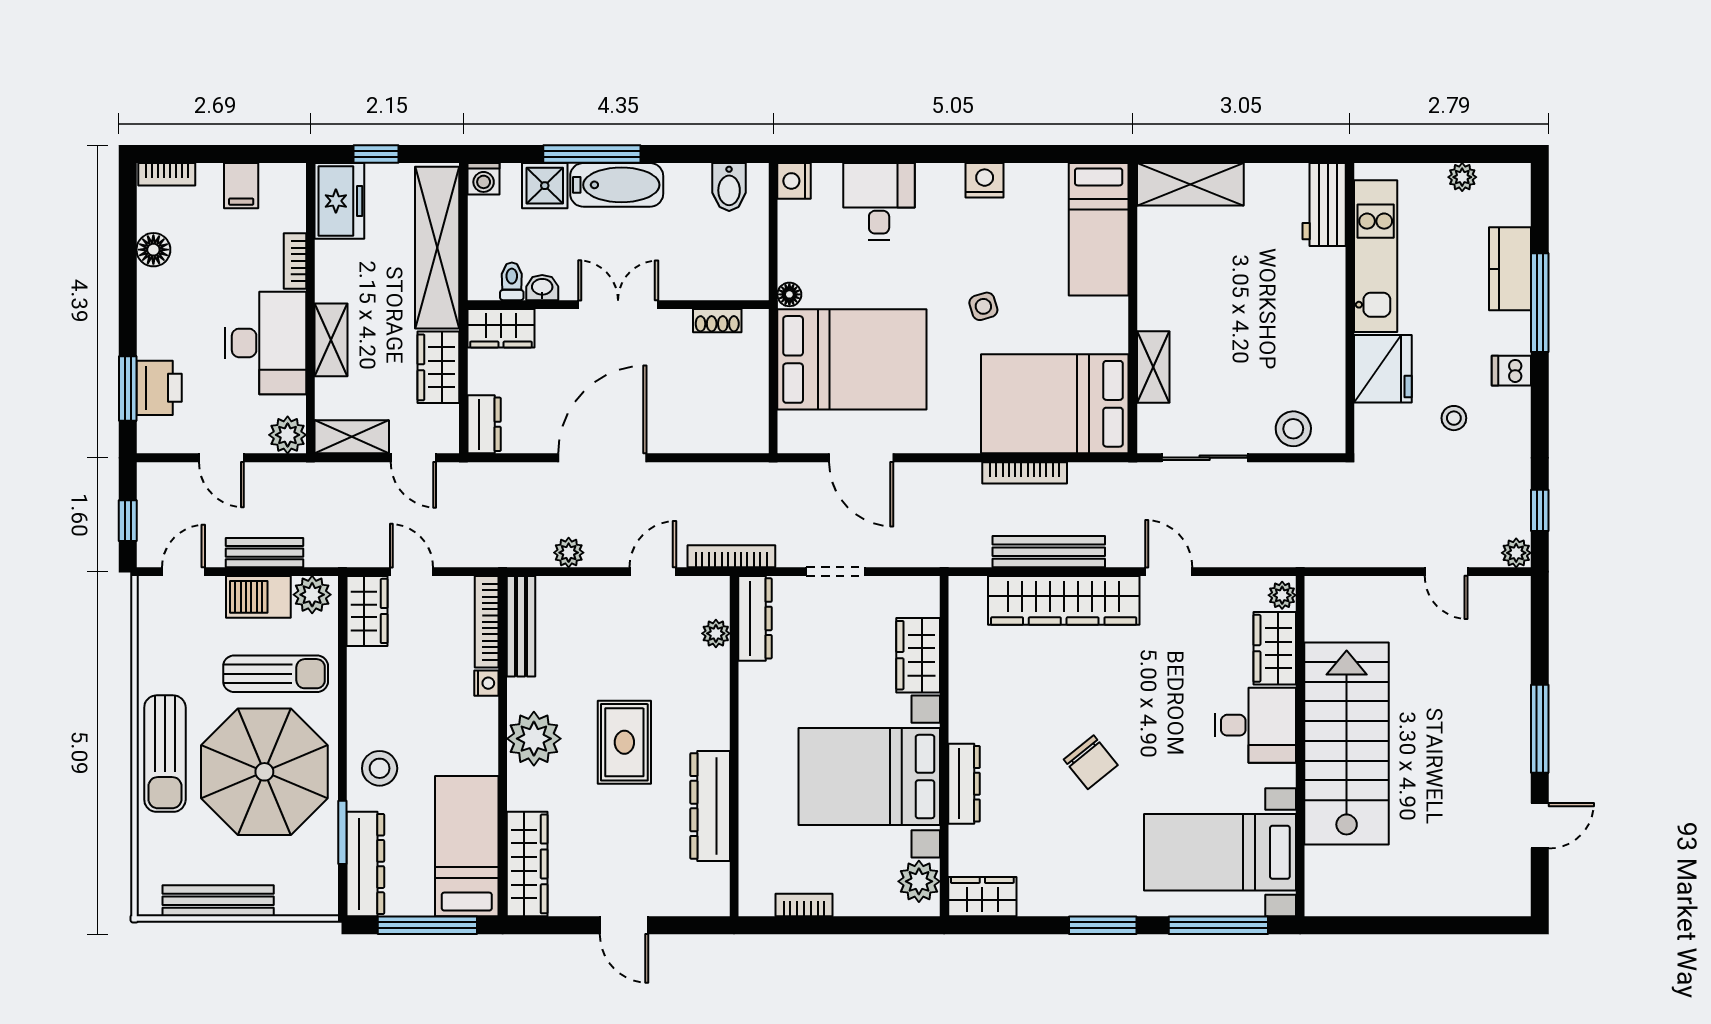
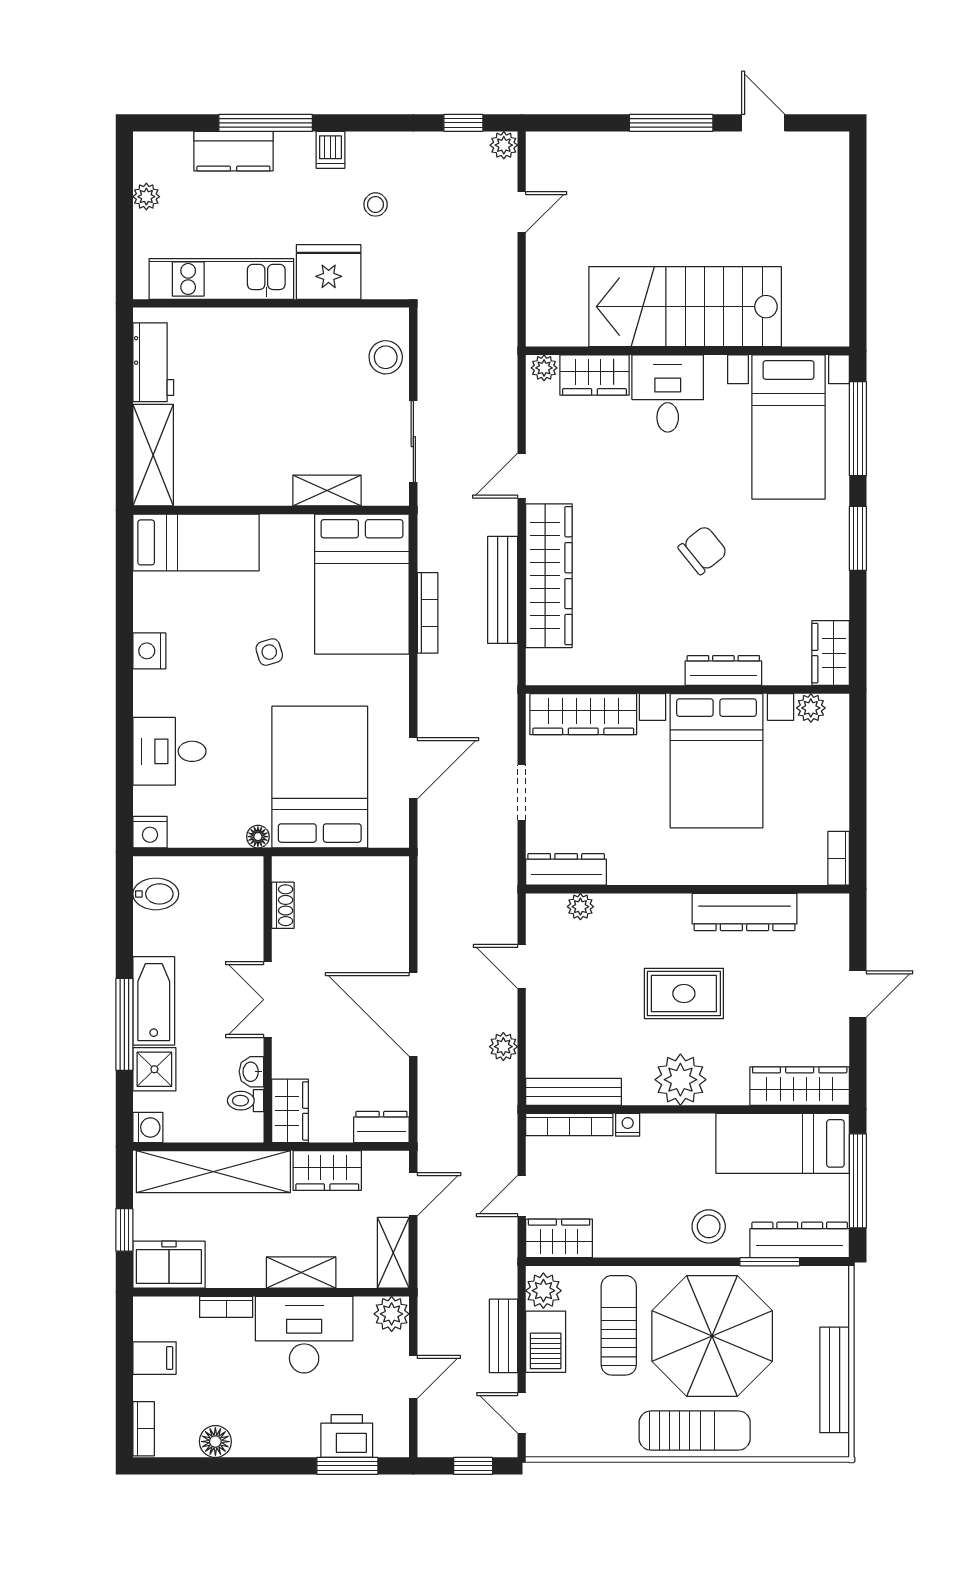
workbench: (1324, 204) -> (153, 362), moved, turned -90
bookcase: (731, 556) -> (507, 892), removed
wardrobe: (918, 655) -> (583, 714), width x1.50
plant: (919, 881) -> (811, 708), width x0.73, depth x0.73
bookcase: (804, 905) -> (839, 858), moved

